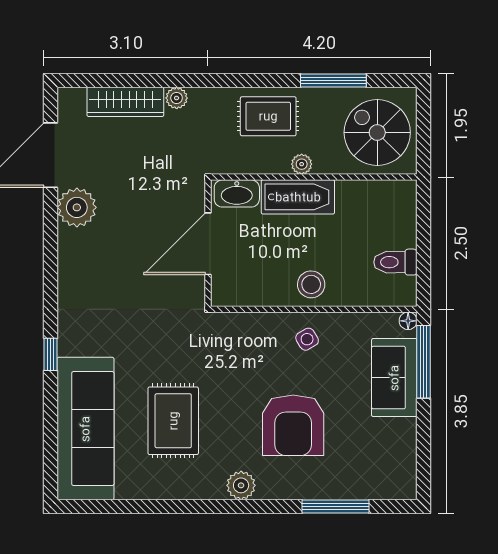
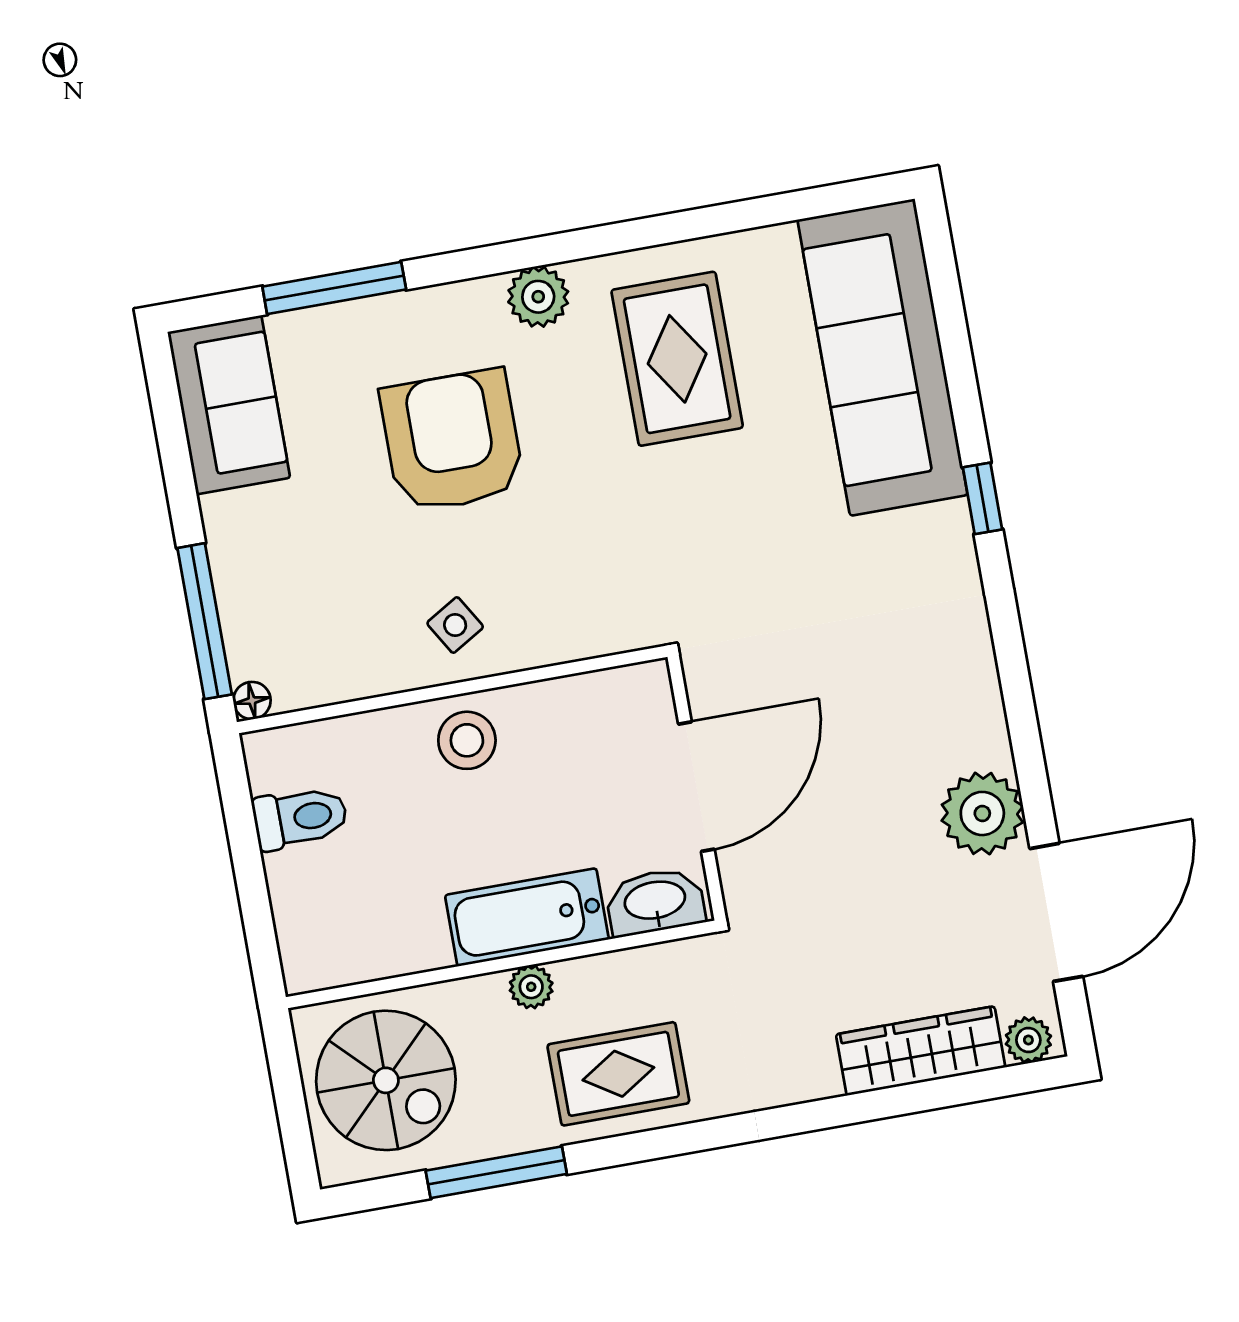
plant: (177, 98) -> (1028, 1040), moved
sofa: (394, 378) -> (229, 405), moved
rug: (173, 421) -> (677, 359), moved

